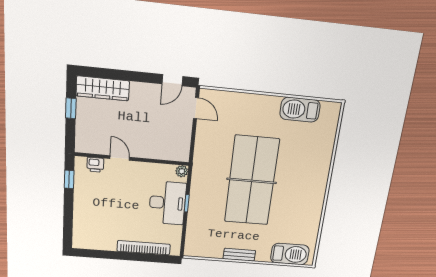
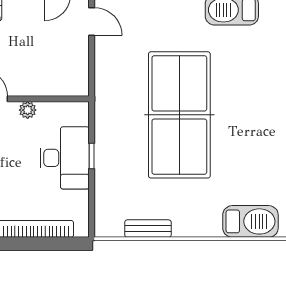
plant: (182, 171) -> (28, 110), moved
bench: (239, 255) -> (148, 229), moved

